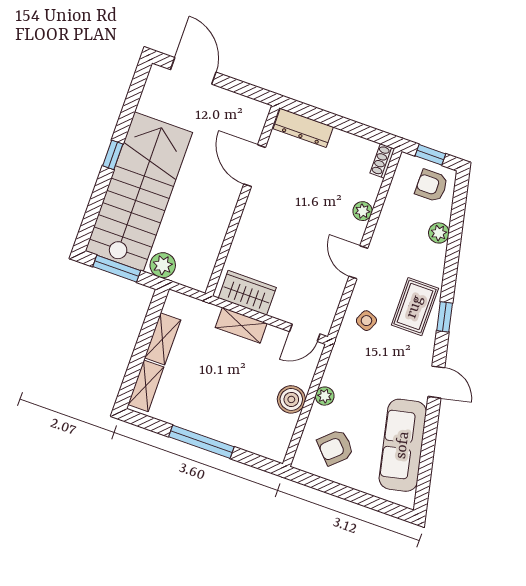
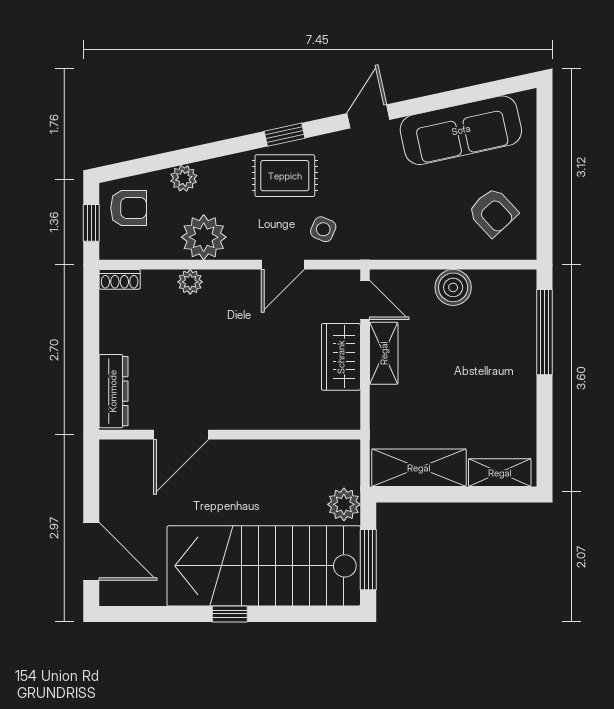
door: (193, 71) -> (91, 551), swing flipped
armchair: (432, 186) -> (129, 208), turned -90
door: (358, 262) -> (283, 265), moved
wardrobe: (247, 293) -> (341, 357), moved
shelving: (241, 325) -> (384, 353), moved
shelving: (163, 339) -> (419, 468), width x1.50, depth x1.33
plant: (325, 396) -> (204, 237), moved, width x1.87, depth x1.87
window: (201, 442) -> (544, 332), moved

